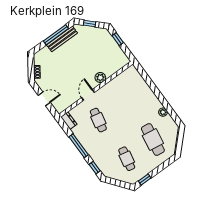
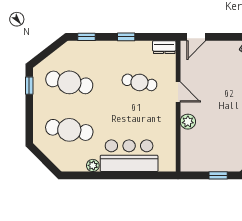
bar counter: (143, 96) -> (129, 156), added
door: (44, 99) -> (196, 37), moved
window: (79, 146) -> (126, 37), width x0.46
cafe table: (127, 159) -> (69, 82), width x1.37, depth x1.35

